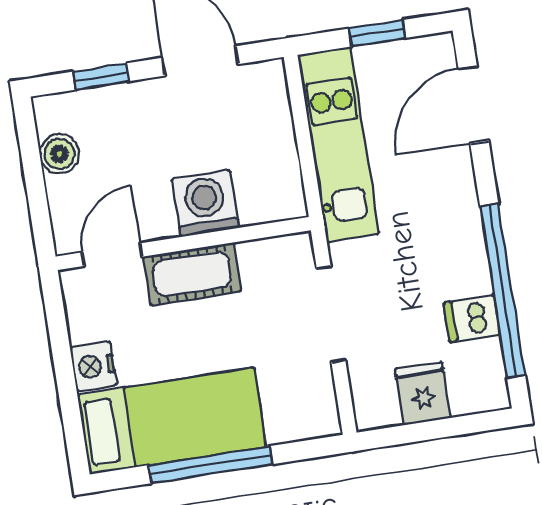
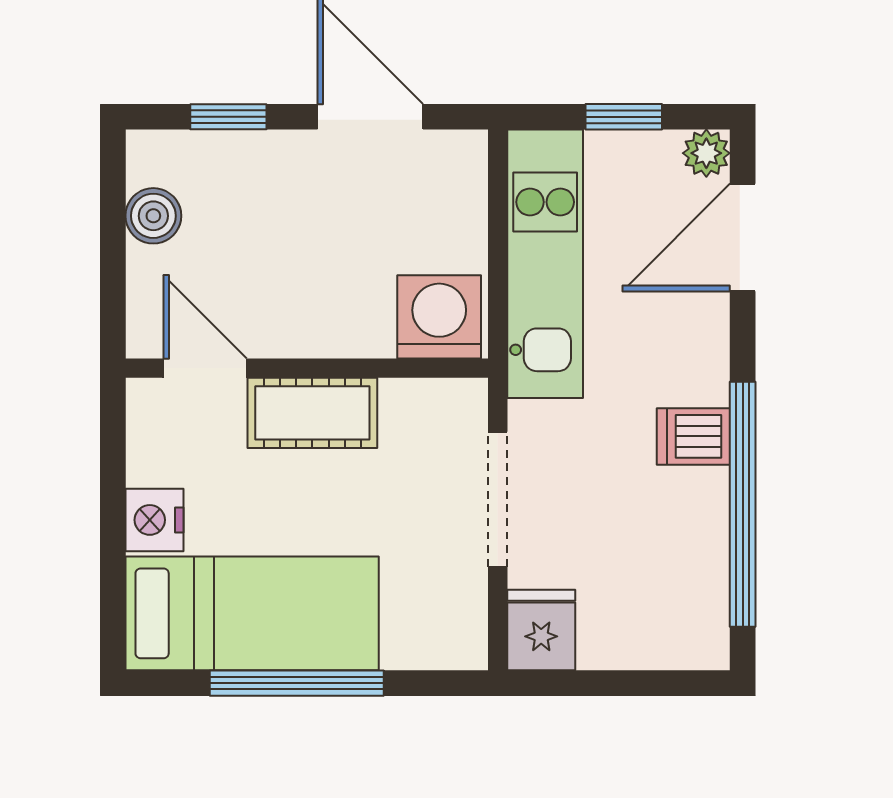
plant: (439, 50) -> (706, 153), added
washing machine: (205, 203) -> (439, 317), moved
door: (112, 255) -> (205, 368), hinge flipped
dishwasher: (472, 318) -> (693, 436), moved
fridge: (423, 393) -> (541, 630), moved

